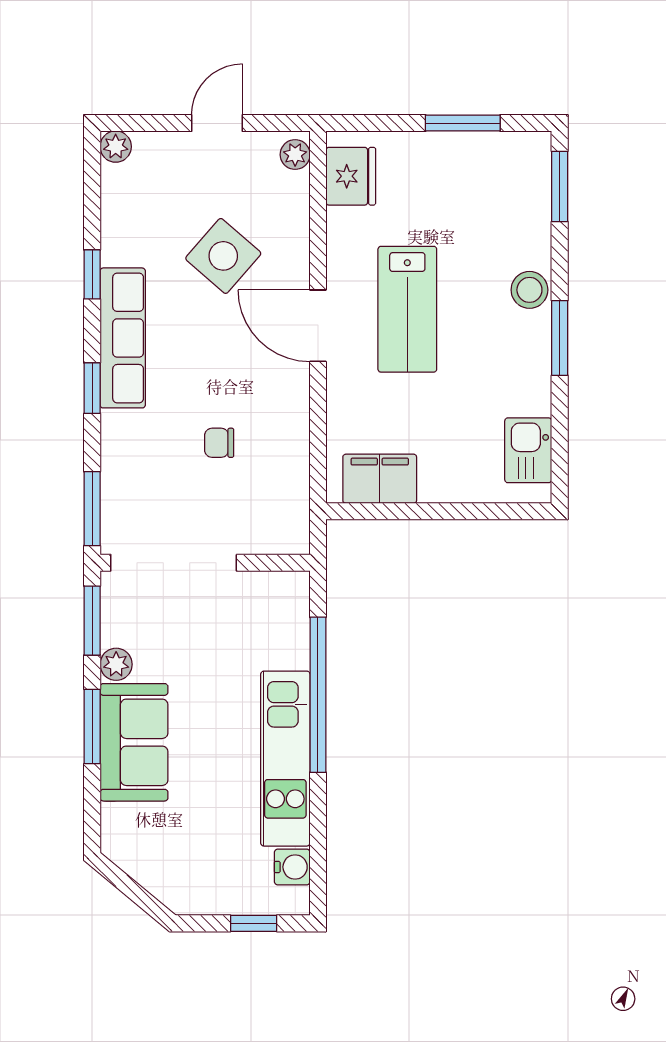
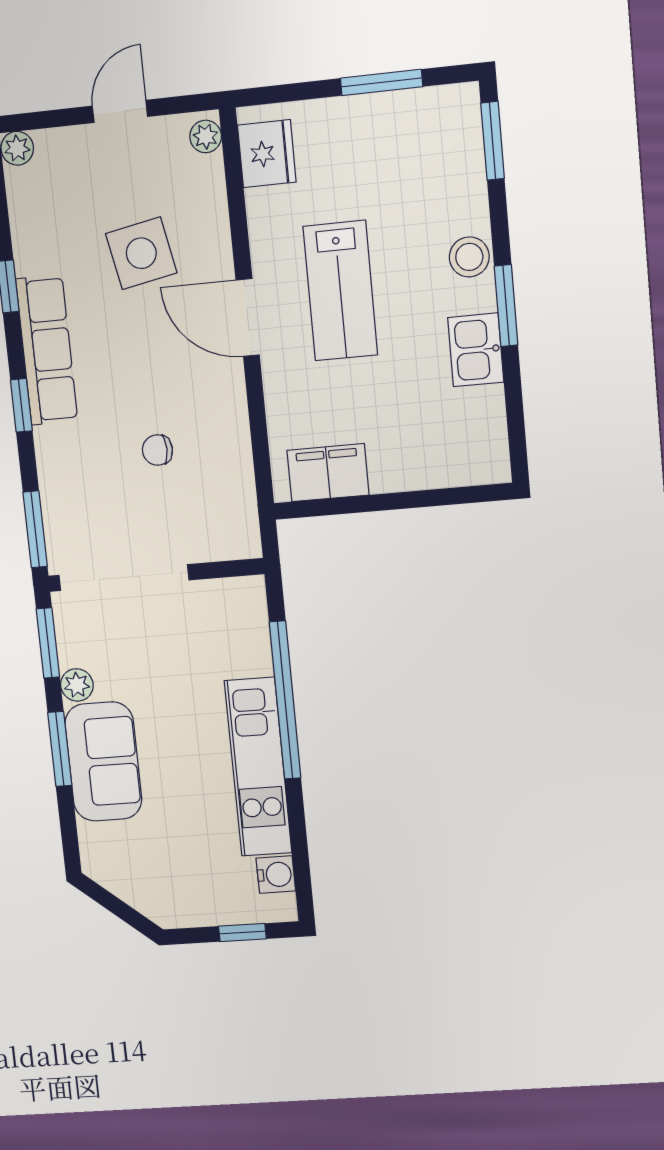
side table: (223, 256) -> (141, 253), turned 38
kitchen sink: (528, 450) -> (476, 350), moved

